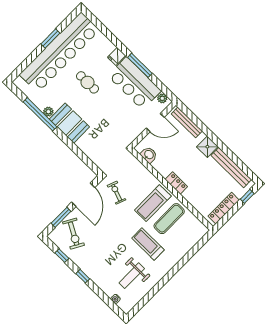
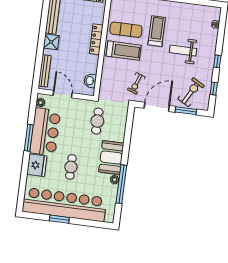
fridge: (117, 56) -> (37, 165), width x1.88, depth x1.34
cafe table: (110, 135) -> (97, 121), added
locker: (176, 183) -> (96, 39), width x1.53
treadmill: (148, 244) -> (157, 31), turned 180
weight bench: (132, 276) -> (183, 51), moved, turned 180

